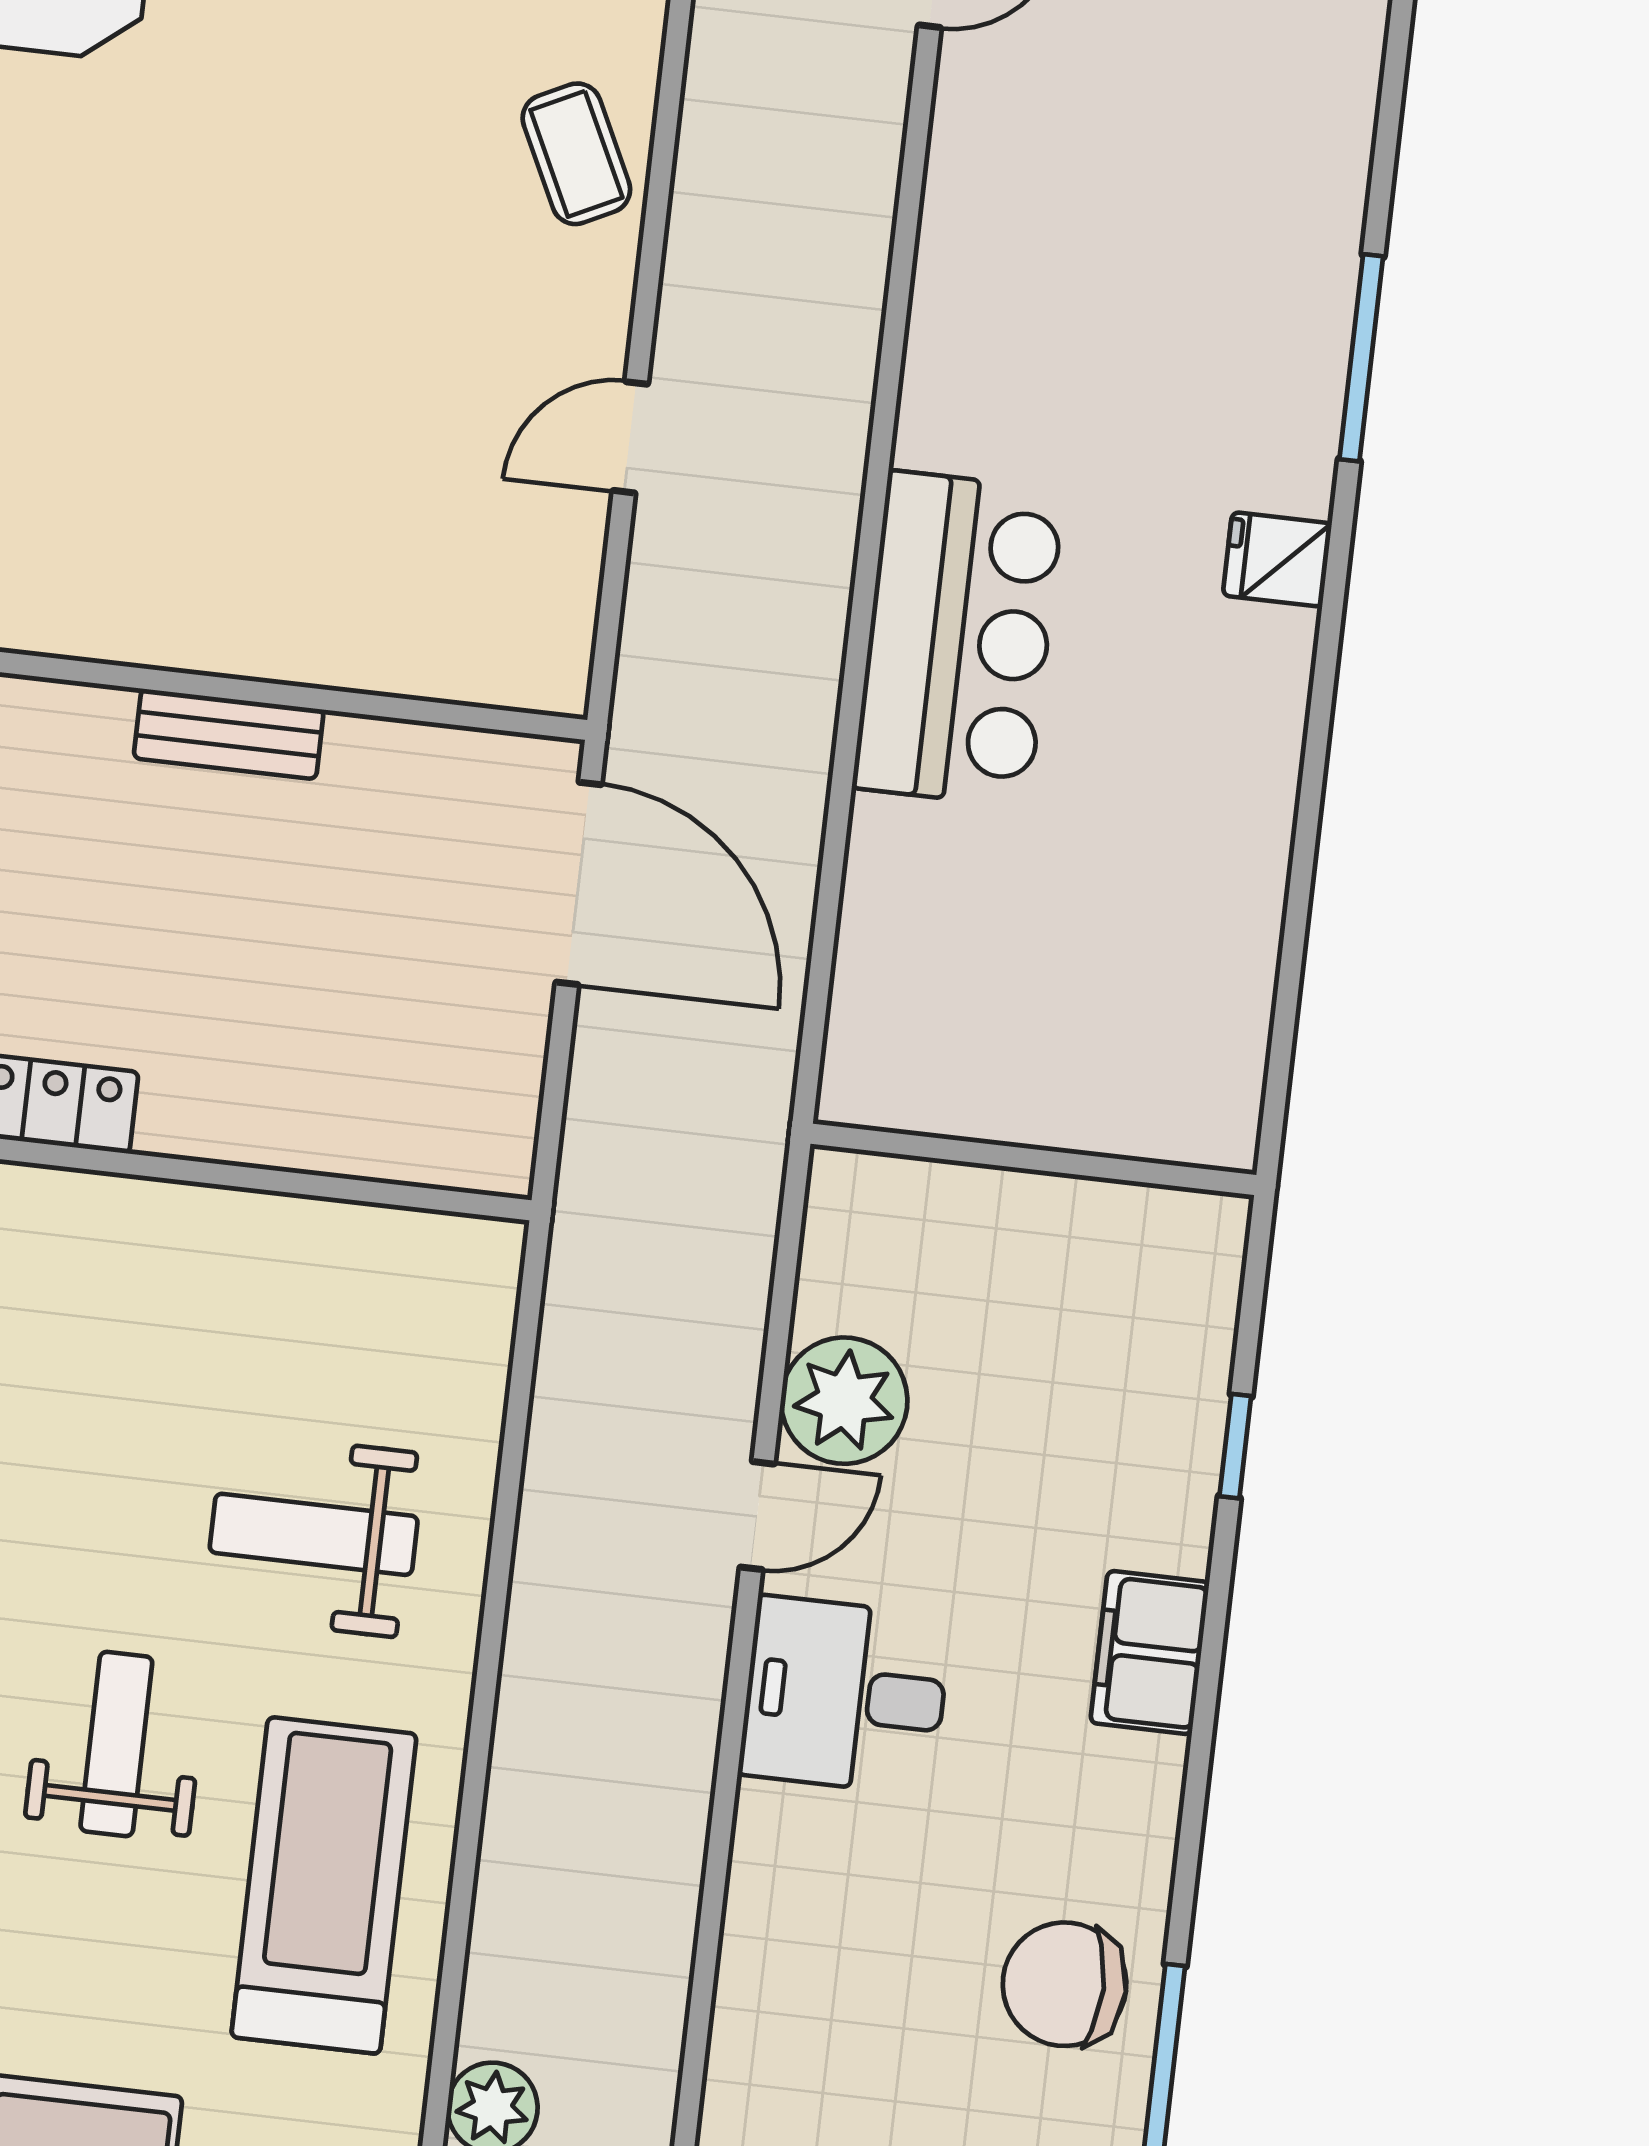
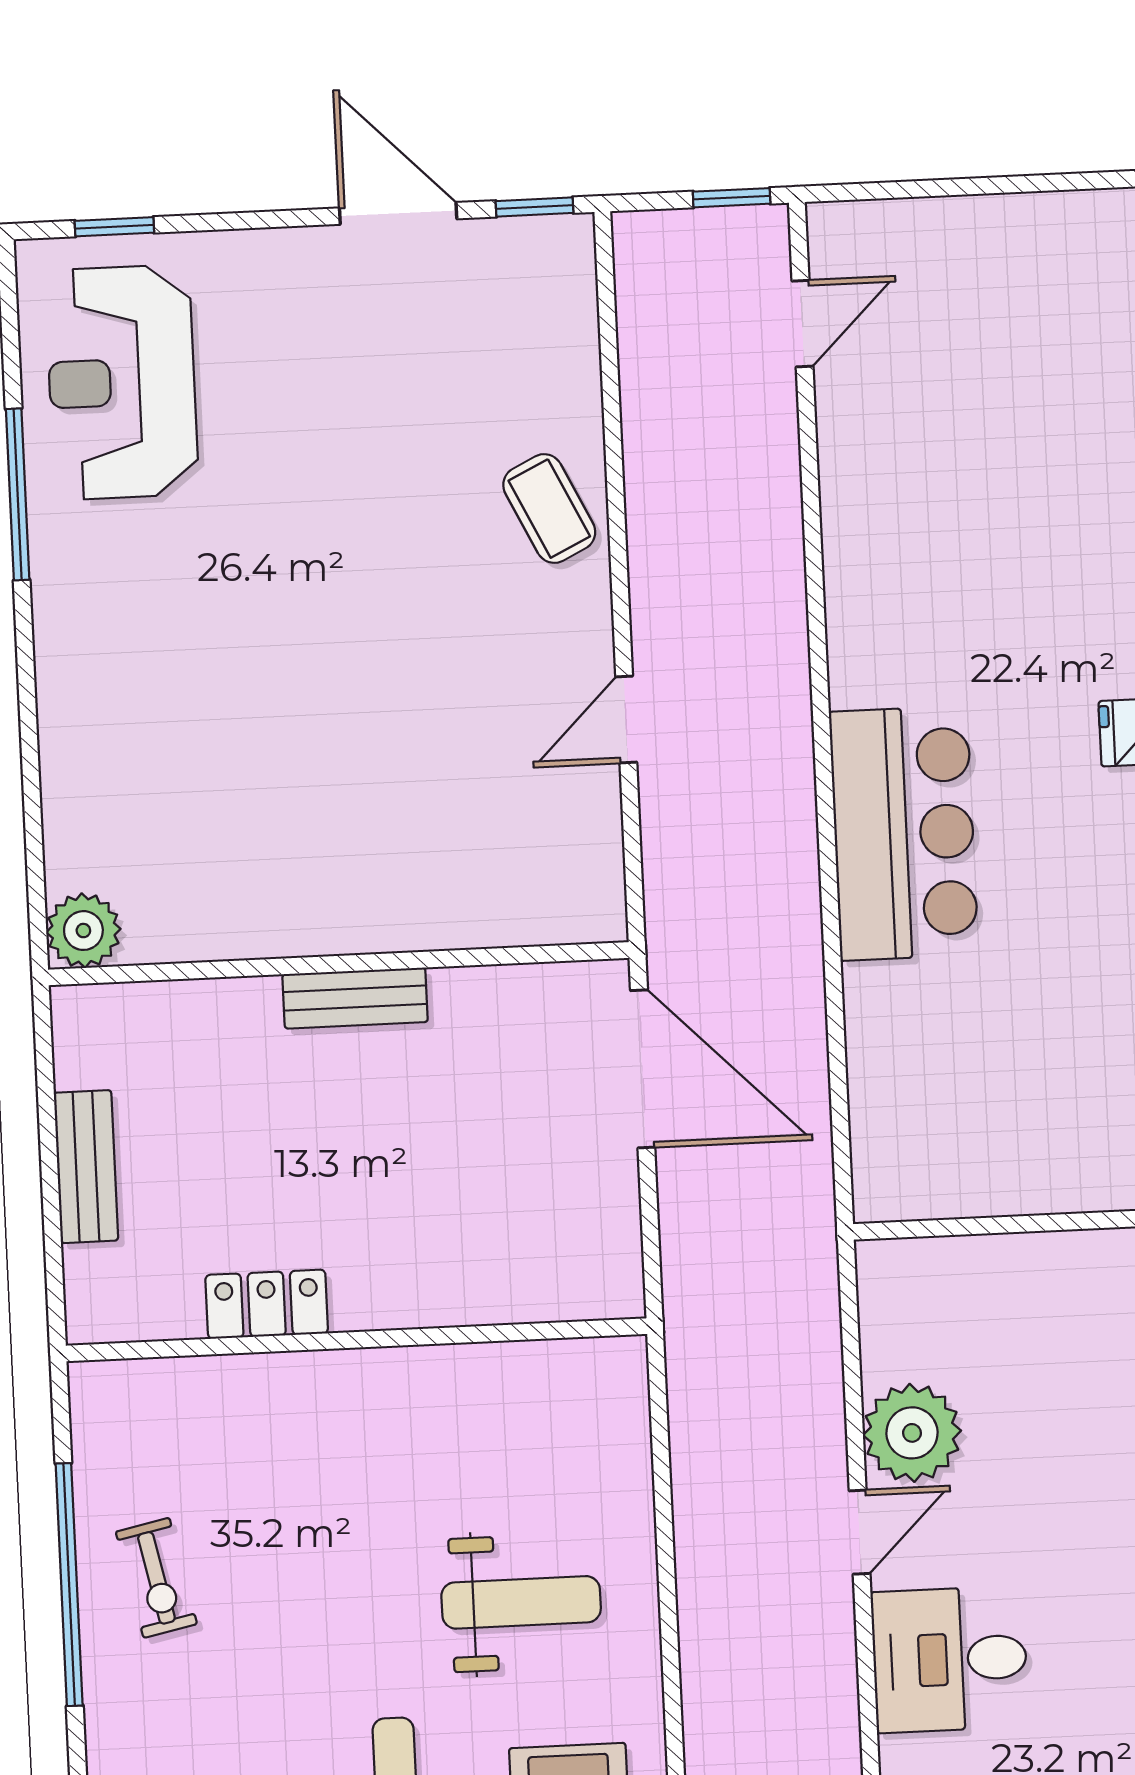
weight bench: (314, 1534) -> (521, 1602), turned 180

